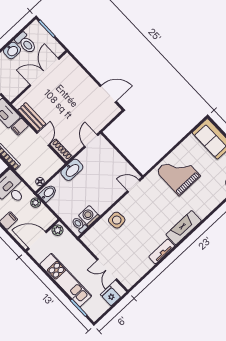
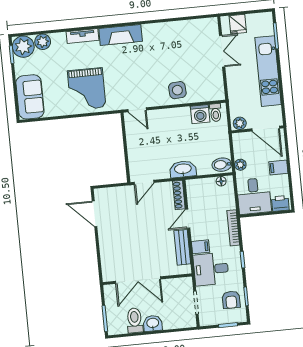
tv unit: (162, 251) -> (83, 36), moved

